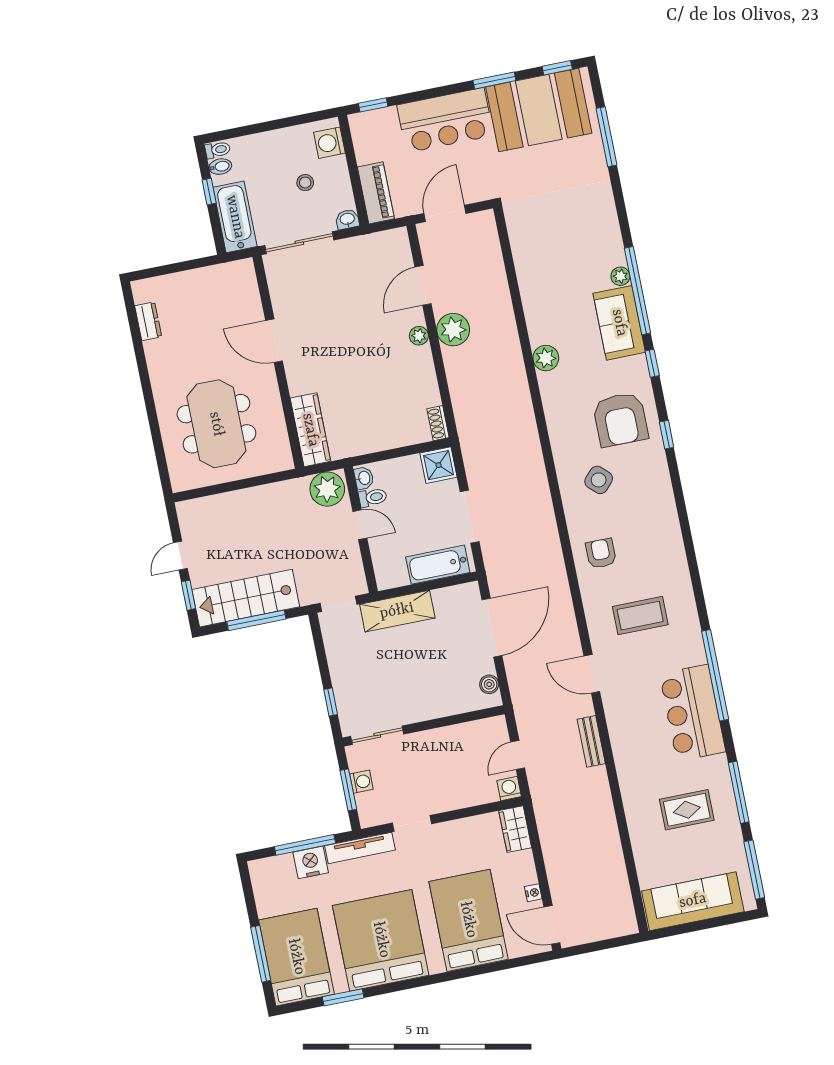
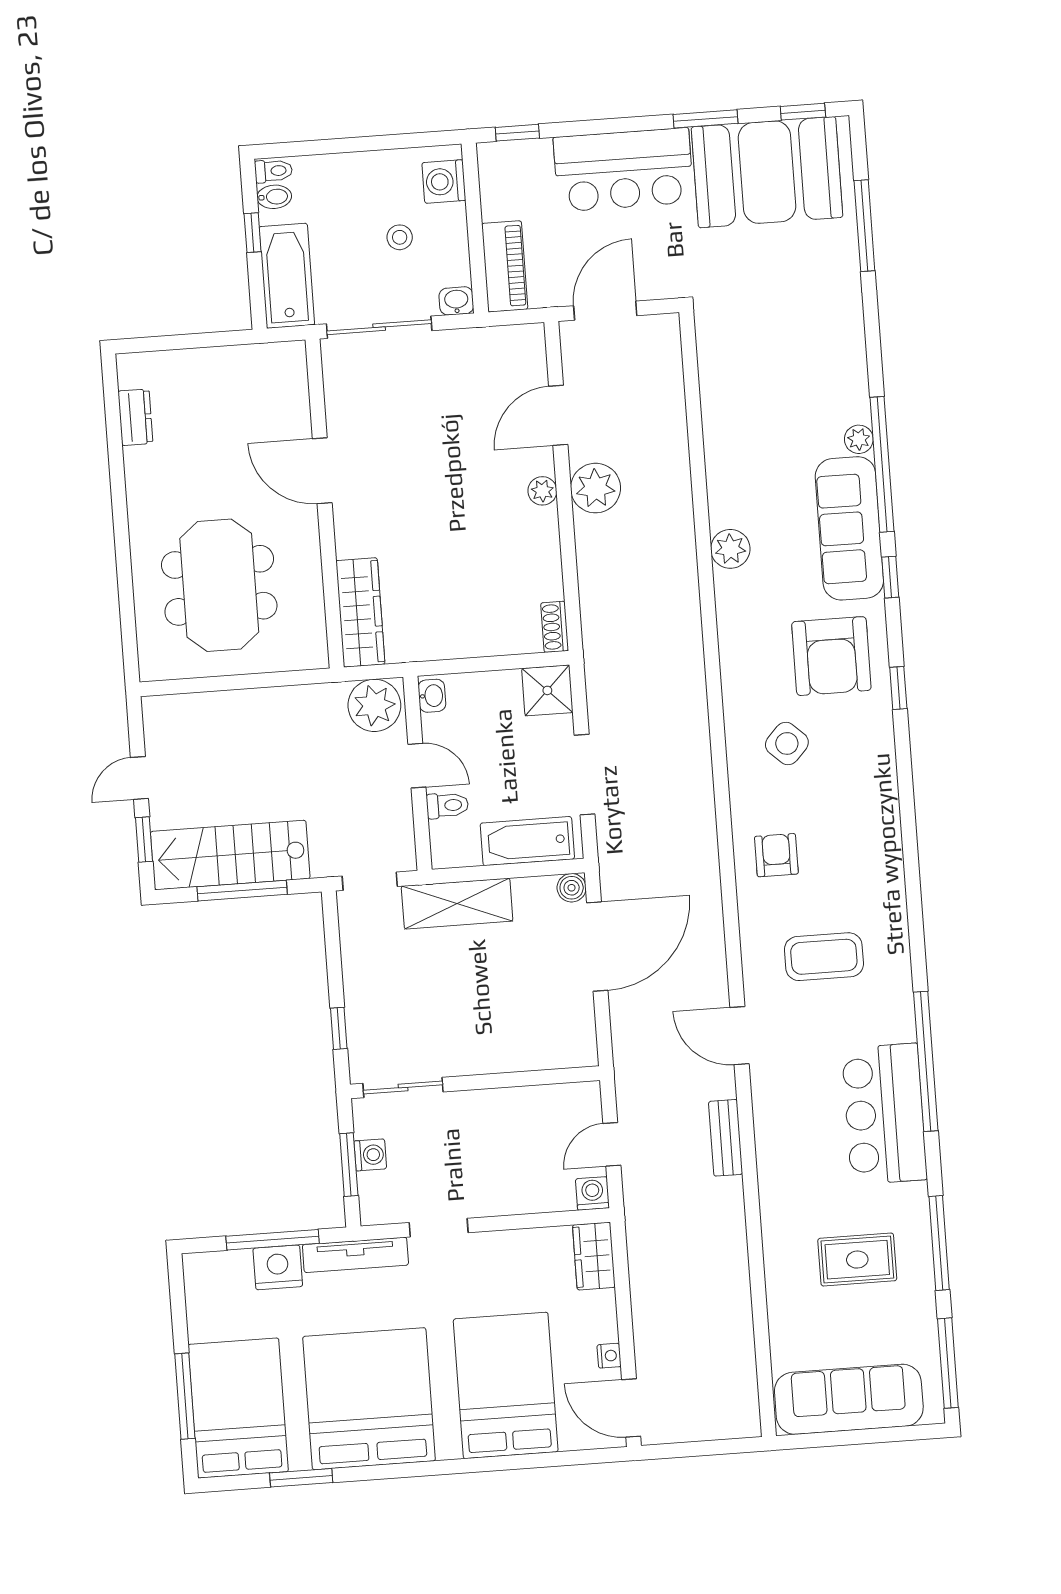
sofa: (619, 323) -> (849, 528), width x1.36
toilet: (373, 497) -> (447, 805), moved
boiler: (489, 684) -> (572, 888), moved

